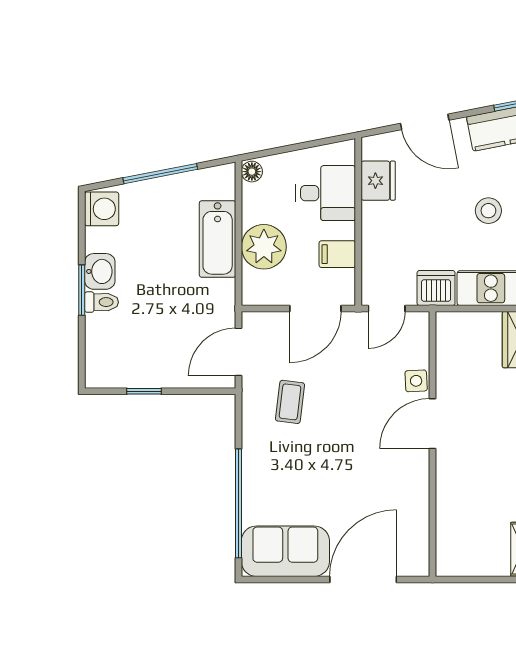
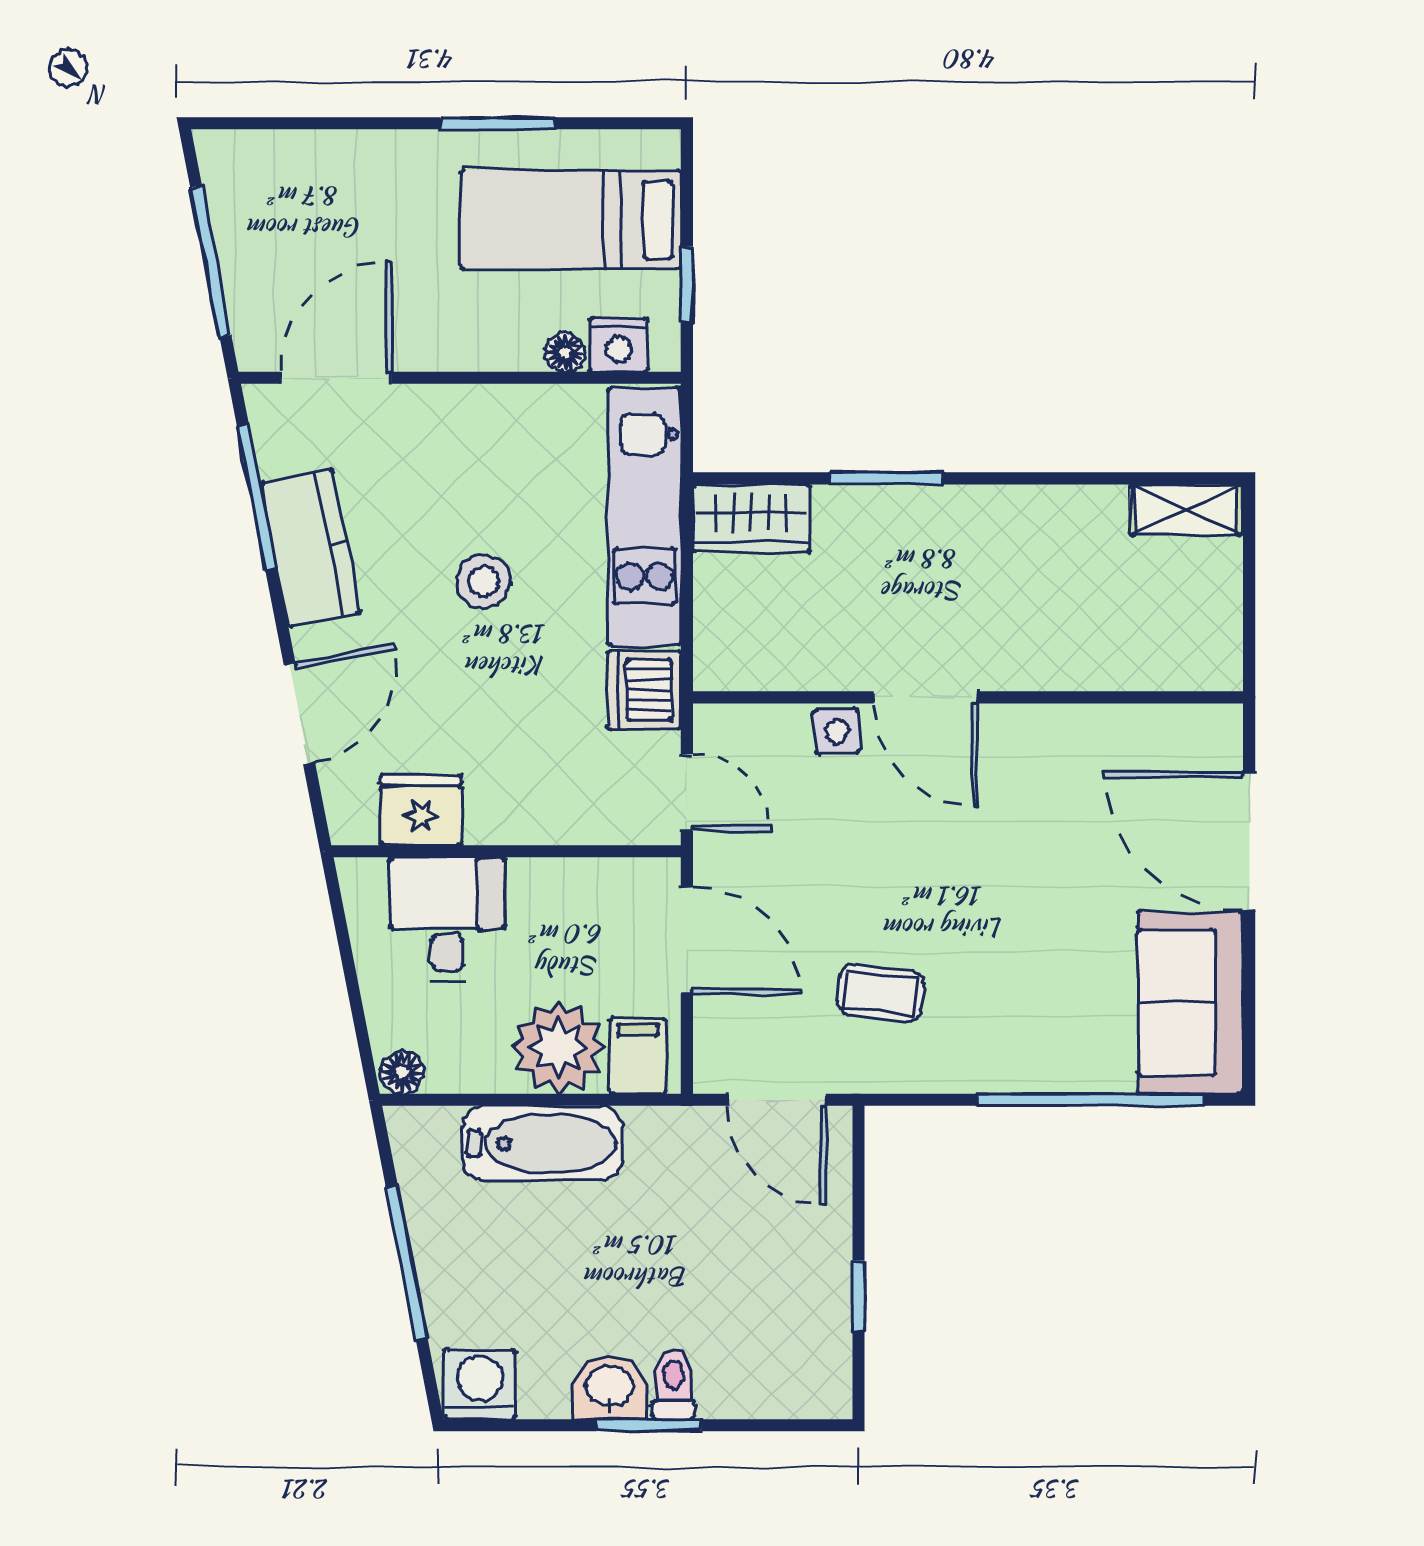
filing cabinet: (337, 254) -> (638, 1056), moved, turned 180

